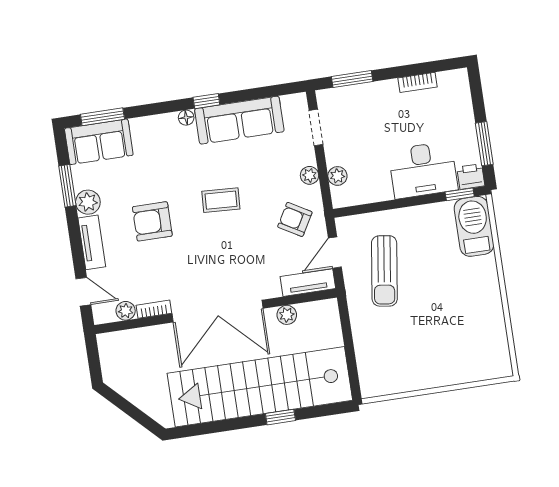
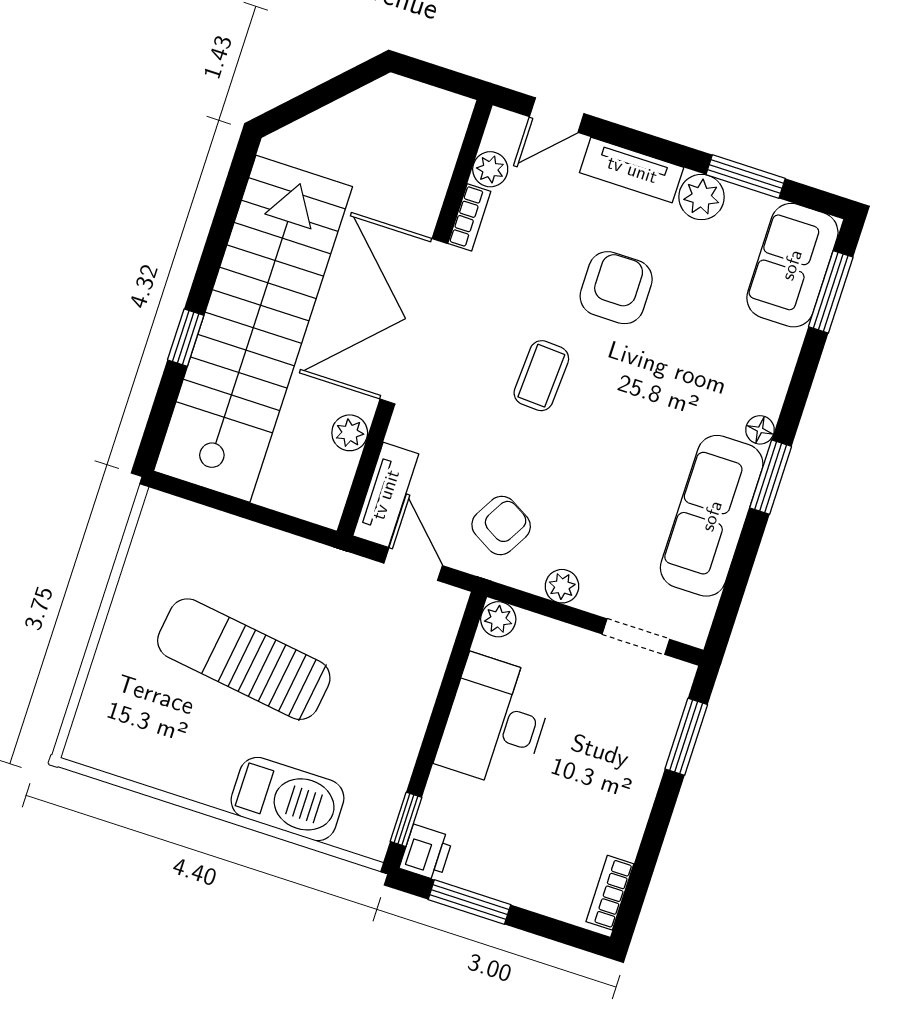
bookcase: (418, 82) -> (610, 893), moved
window: (206, 101) -> (771, 477), width x1.50
desk: (423, 170) -> (495, 722), moved
plant: (337, 176) -> (498, 619), moved
coffee table: (221, 200) -> (541, 376), moved
barbecue: (474, 226) -> (288, 799), moved
sun lounger: (384, 271) -> (244, 659), moved, width x1.36, depth x1.34

